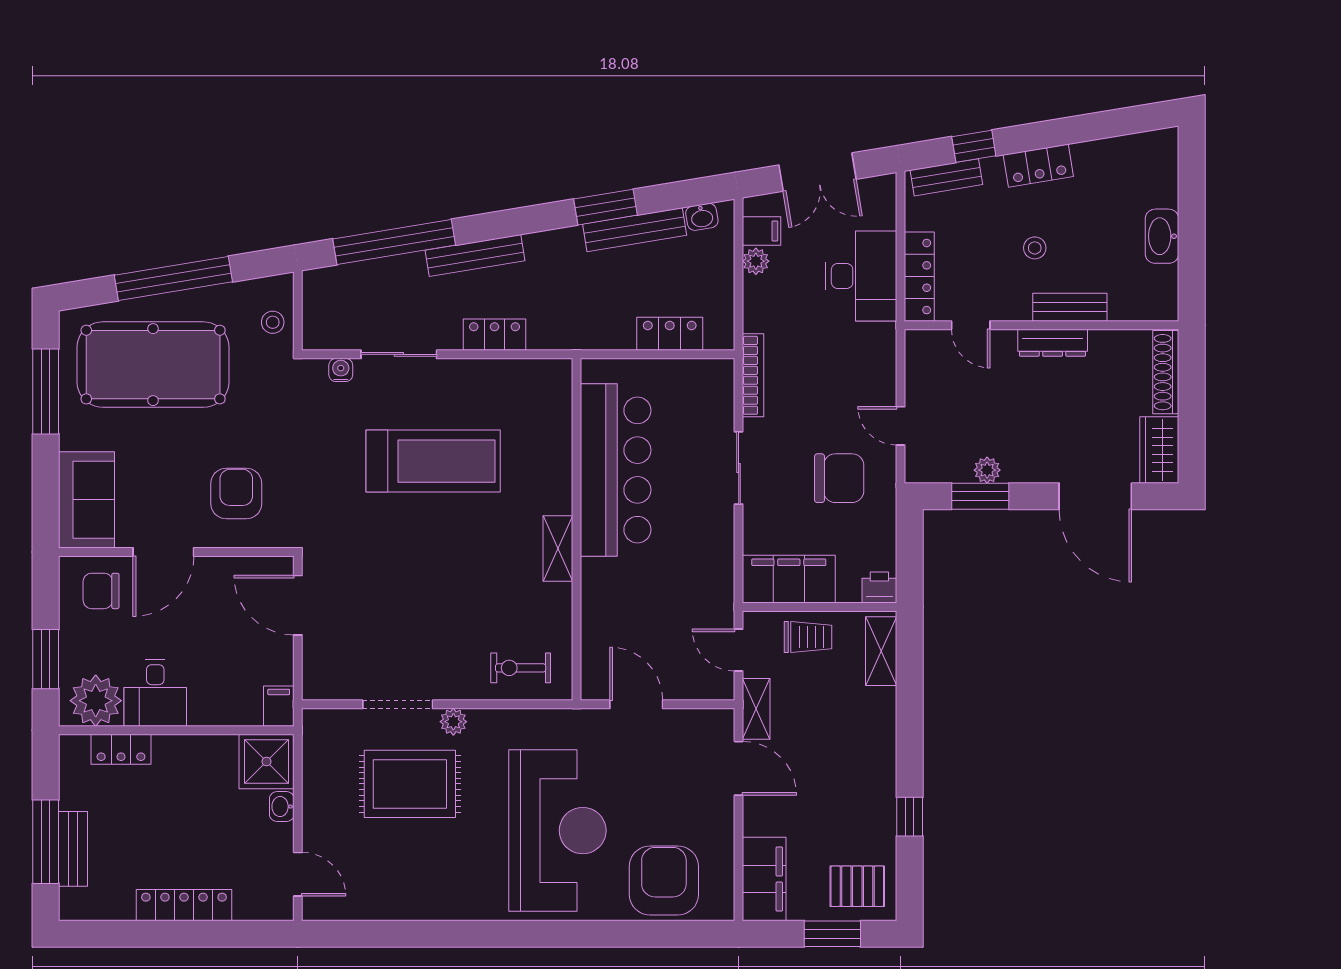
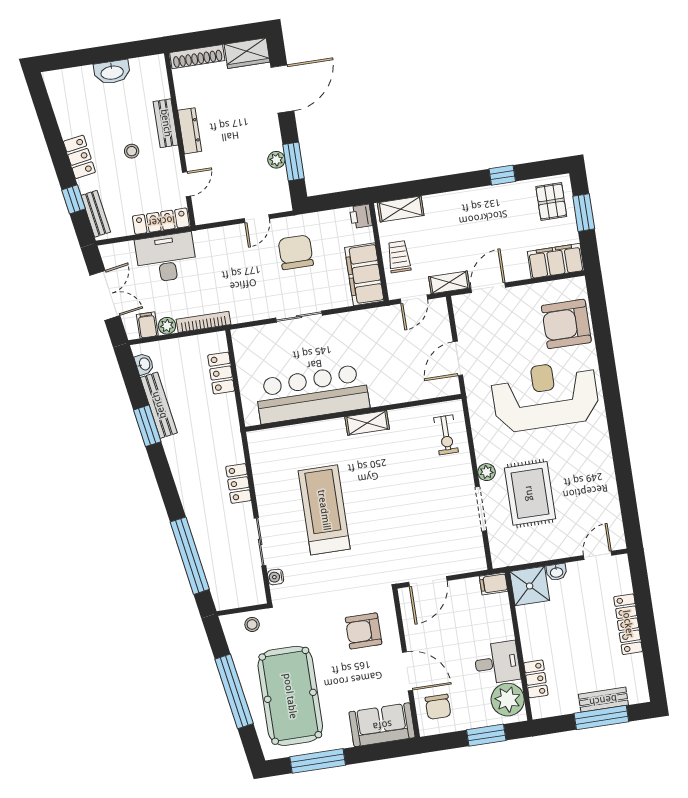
bench: (475, 256) -> (190, 503), removed
bookcase: (753, 375) -> (203, 322), moved

